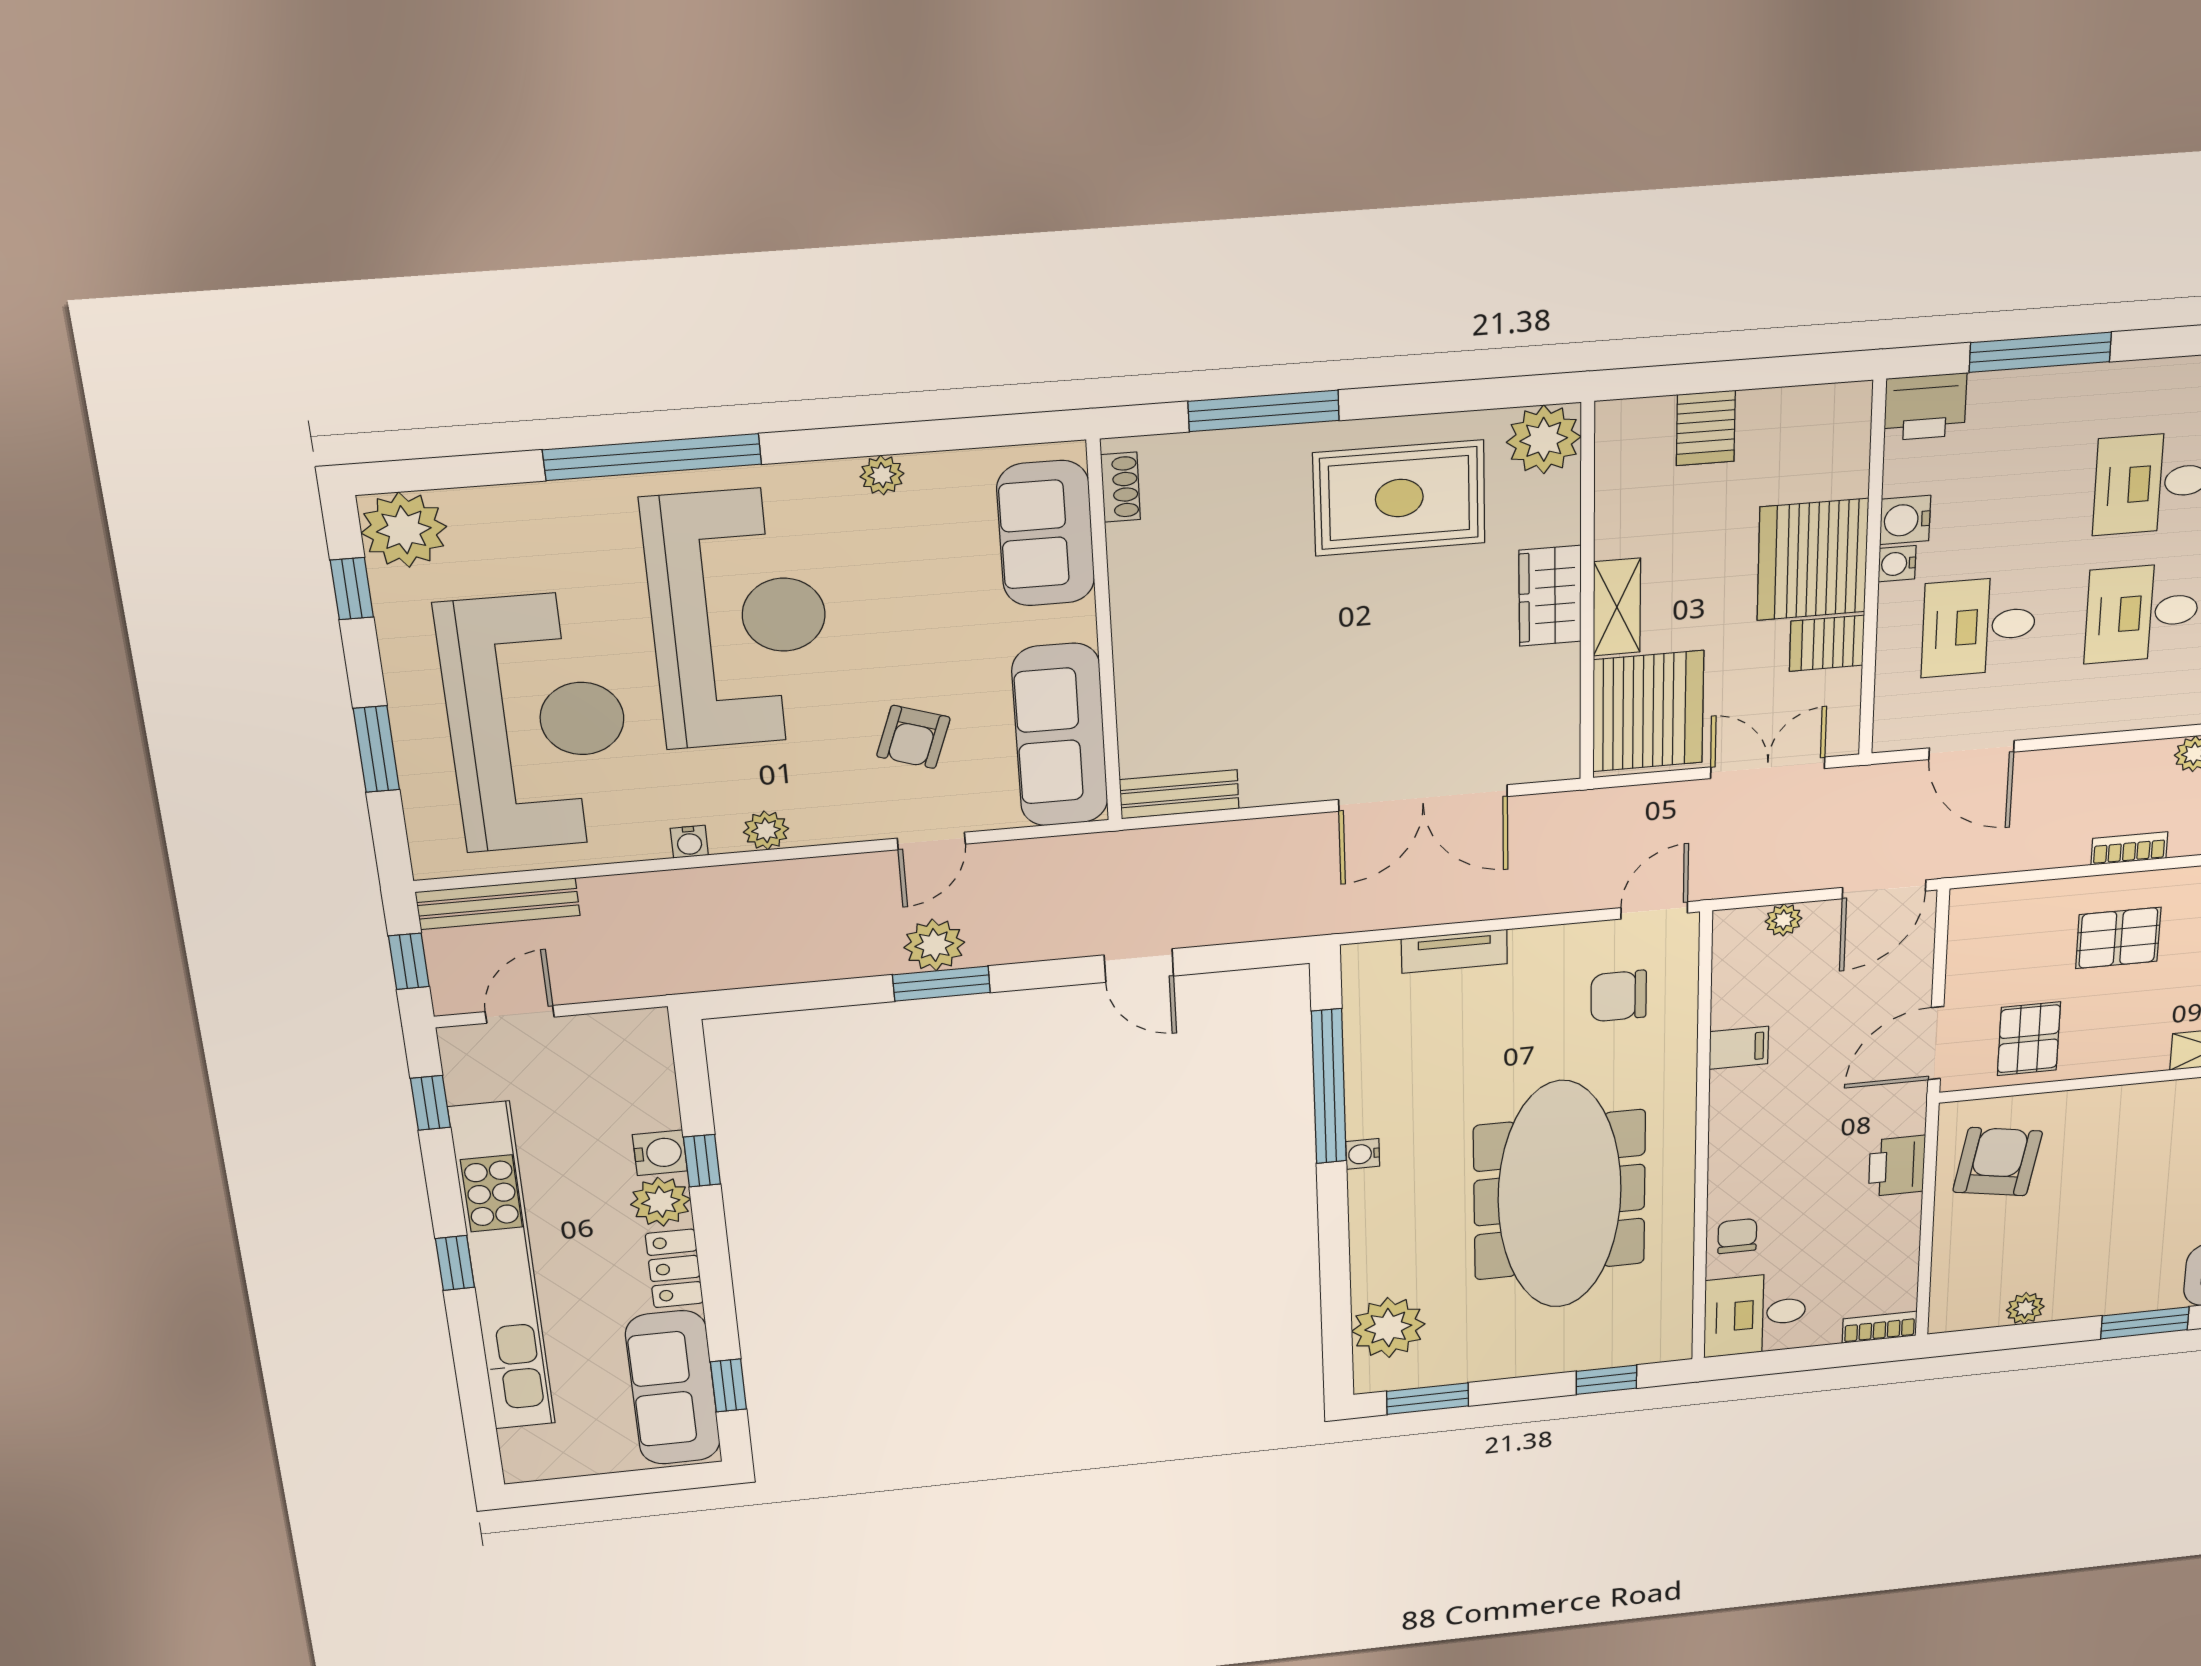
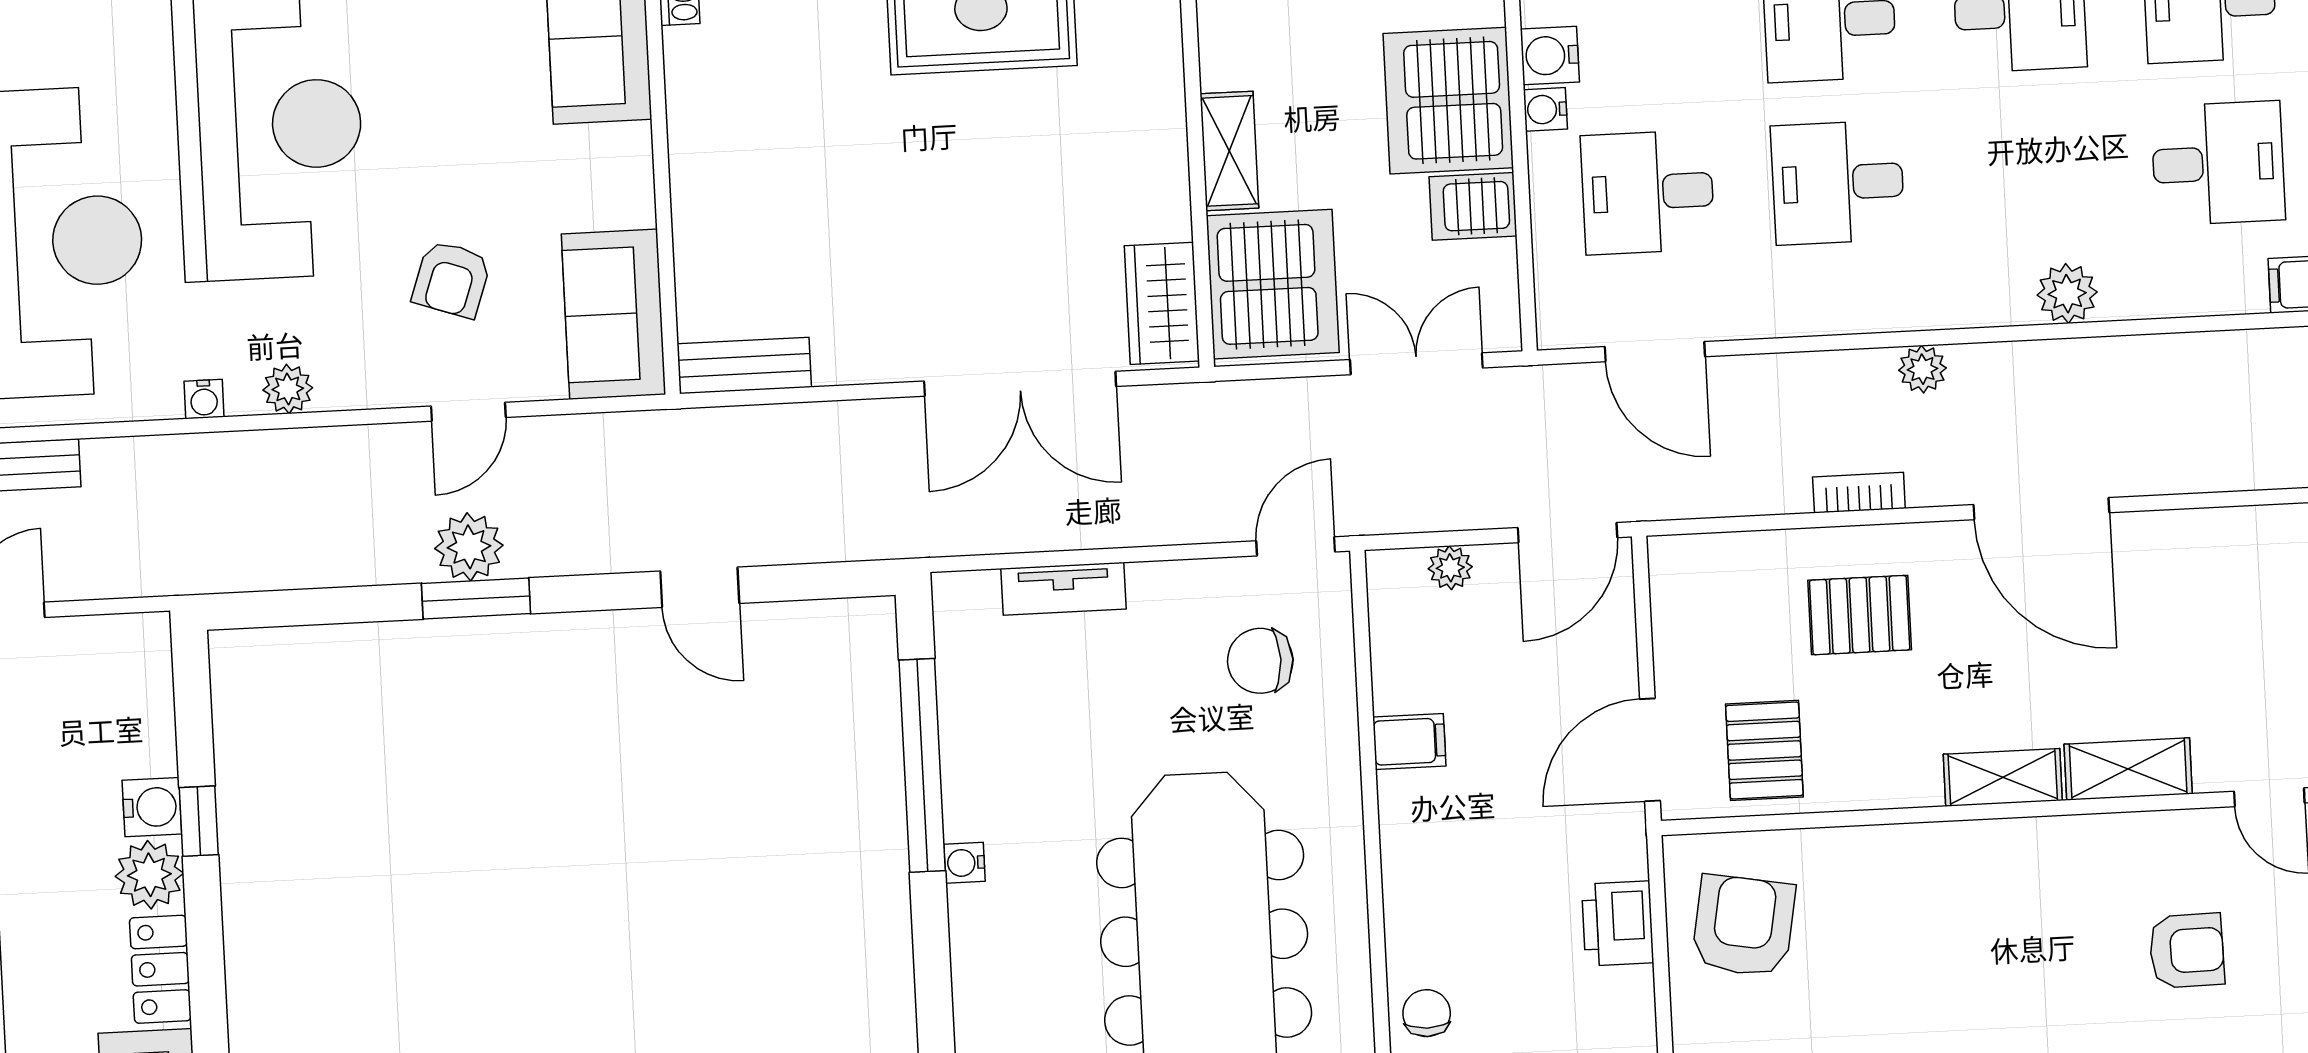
wardrobe: (1550, 596) -> (1162, 303), moved
sofa: (1060, 735) -> (613, 314), width x0.73

